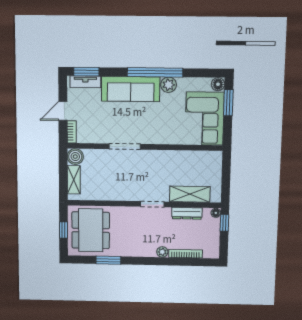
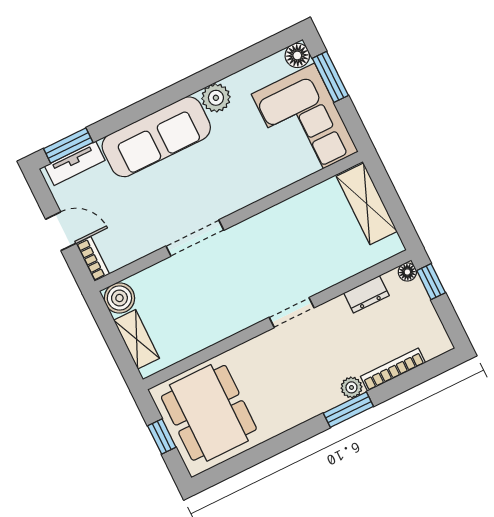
window: (155, 72) -> (183, 89), removed
door: (63, 111) -> (61, 231), swing flipped
shelving: (190, 194) -> (367, 204), moved, turned 90
dresser: (187, 213) -> (366, 294), width x0.70
window: (108, 260) -> (348, 410), moved

